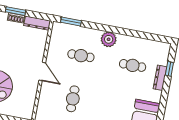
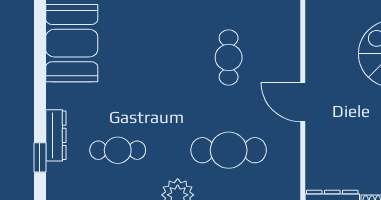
cafe table: (81, 56) -> (229, 150), width x1.37, depth x1.35

